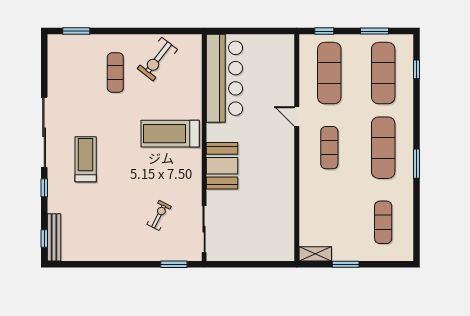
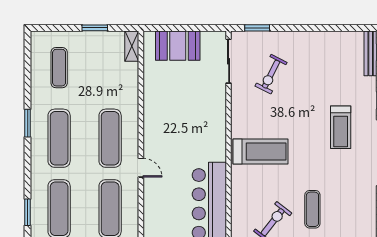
window: (417, 69) -> (28, 212), width x1.50
exercise mat: (329, 148) -> (110, 138), width x1.36, depth x1.45
booth: (222, 166) -> (178, 46), moved, turned 90
exercise bike: (159, 215) -> (271, 74), width x1.38, depth x1.39
shelving: (315, 254) -> (132, 46), moved, turned 90

